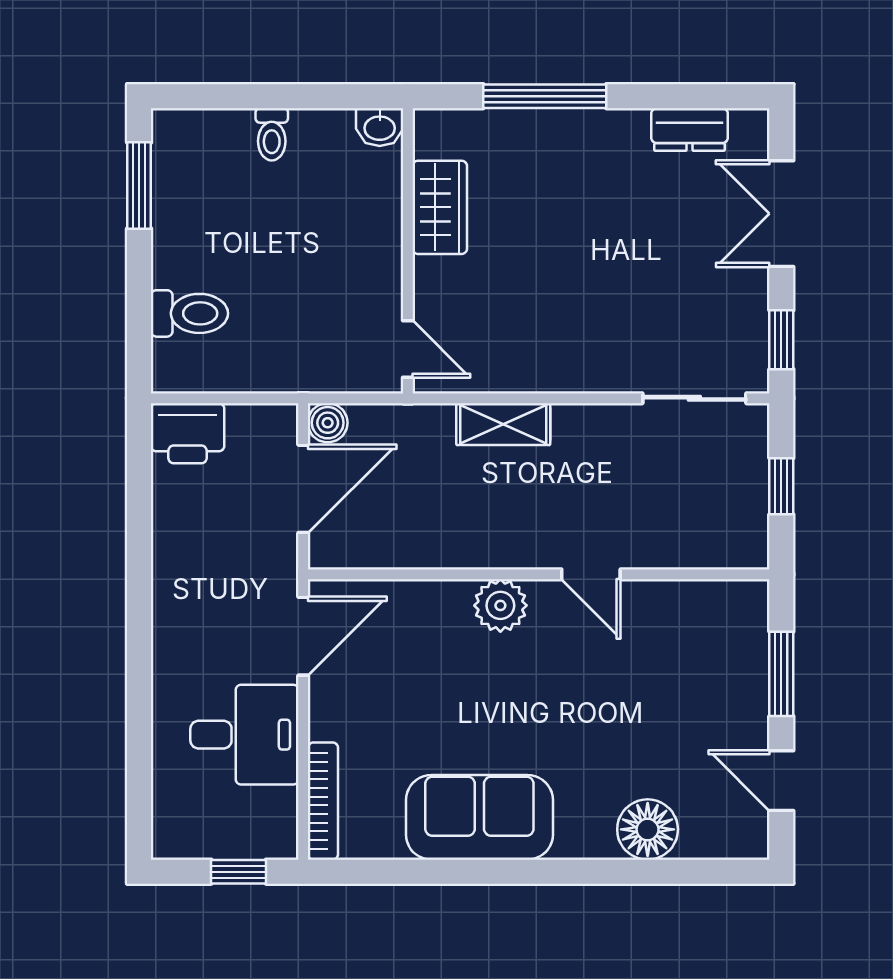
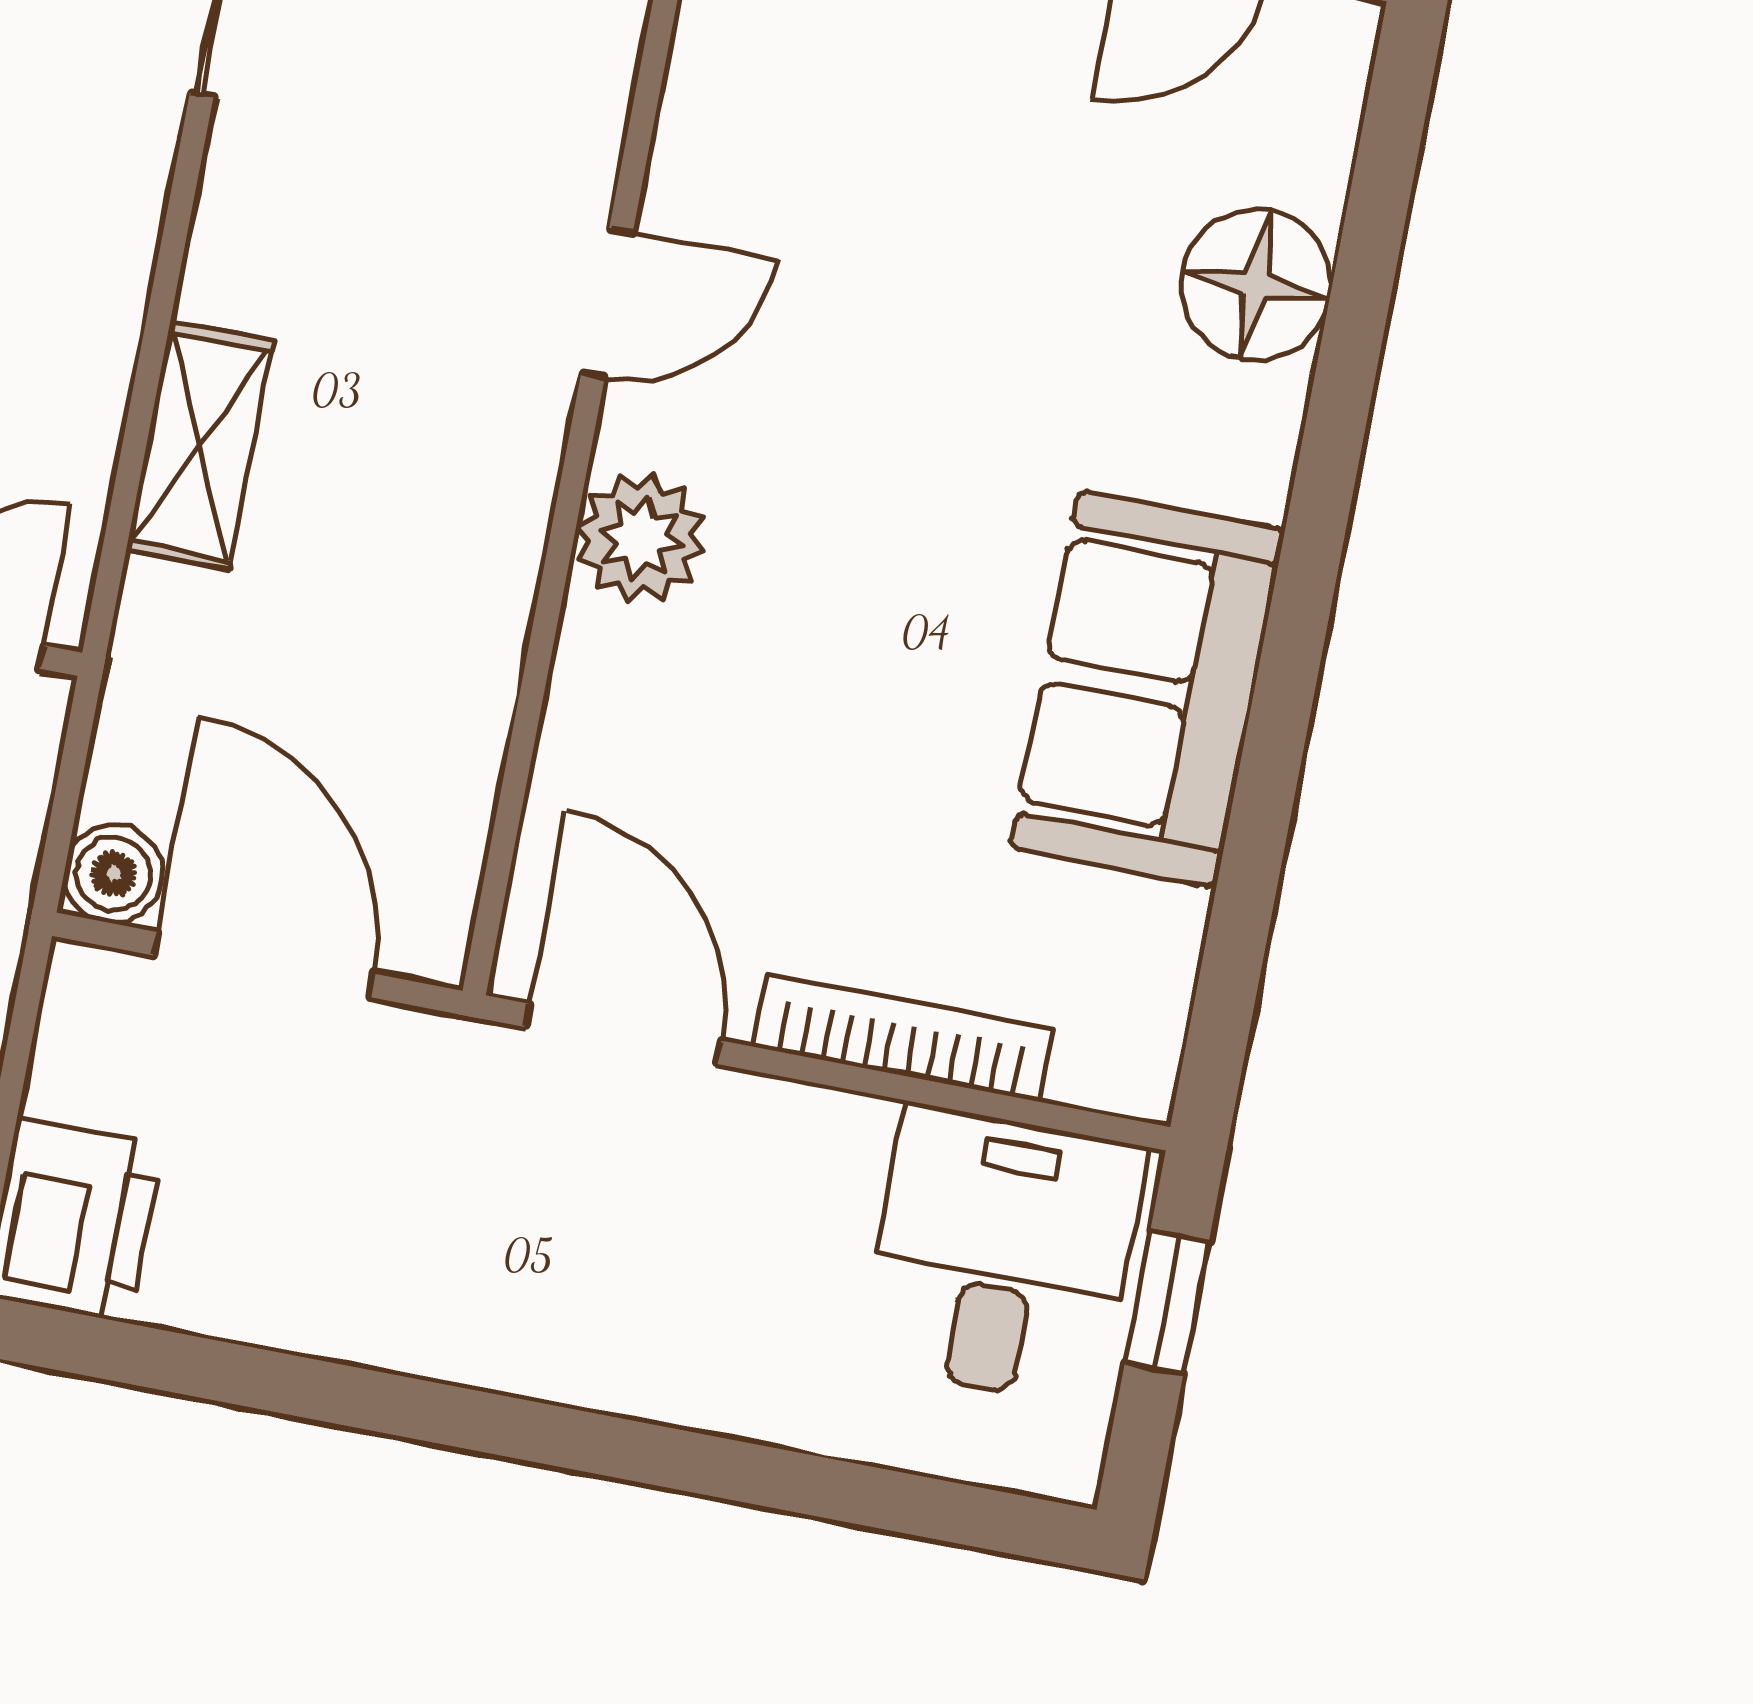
desk: (244, 735) -> (1003, 1256), moved
bookcase: (323, 801) -> (903, 1038), moved

